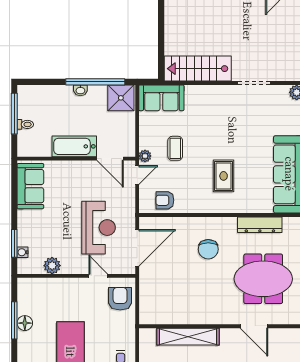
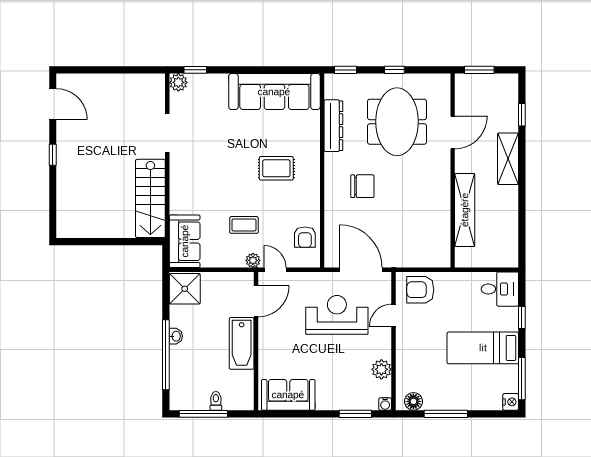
window: (95, 82) -> (166, 355), moved
water cooler: (23, 252) -> (385, 404), moved
floor lamp: (25, 323) -> (413, 401), moved

